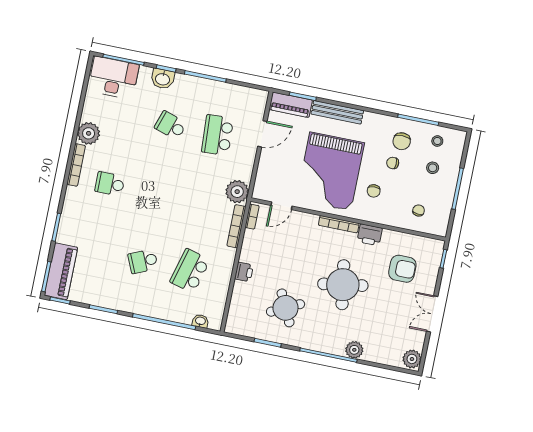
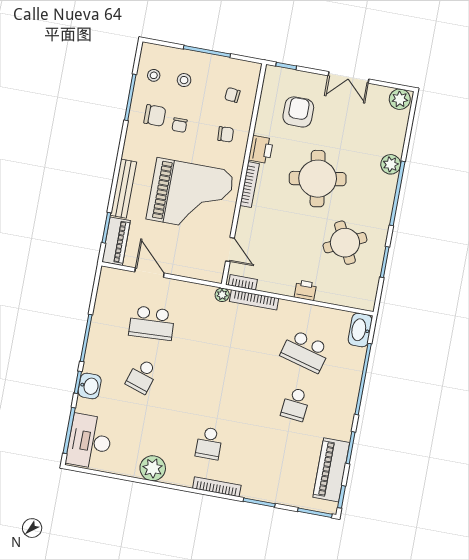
bookcase: (76, 165) -> (217, 487), moved
chair: (374, 191) -> (226, 134), moved
plant: (237, 192) -> (222, 295), width x0.53, depth x0.53
school desk: (143, 261) -> (296, 404), turned 30
piano: (61, 271) -> (331, 470), moved, turned -90
washbasin: (200, 321) -> (360, 330), width x1.91, depth x1.45

